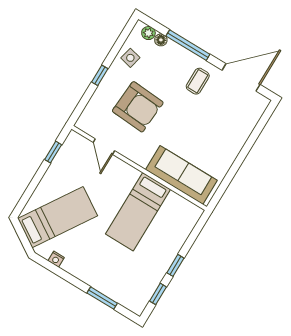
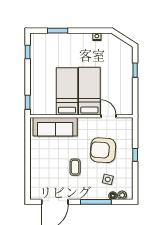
side table: (130, 58) -> (108, 179), moved
coffee table: (198, 81) -> (75, 167), moved
window: (53, 152) -> (135, 70), moved
bed: (58, 217) -> (89, 91), moved, turned 147
window: (175, 265) -> (28, 102), moved

